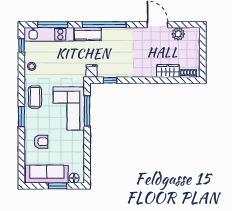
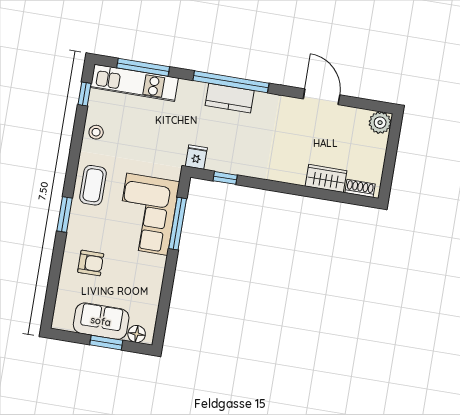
kitchen counter: (88, 34) -> (230, 98), moved
plant: (178, 34) -> (380, 123), moved
sofa: (47, 174) -> (101, 321), width x0.73

